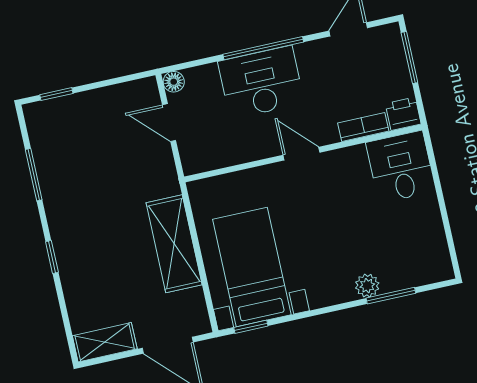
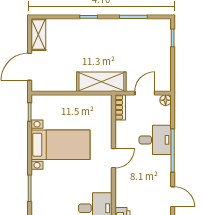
desk: (261, 82) -> (155, 140), width x0.73
bookcase: (363, 127) -> (120, 107), moved
shelving: (174, 244) -> (101, 82), moved
bed with nightstands: (252, 267) -> (60, 145), moved
plant: (367, 286) -> (38, 177), removed

